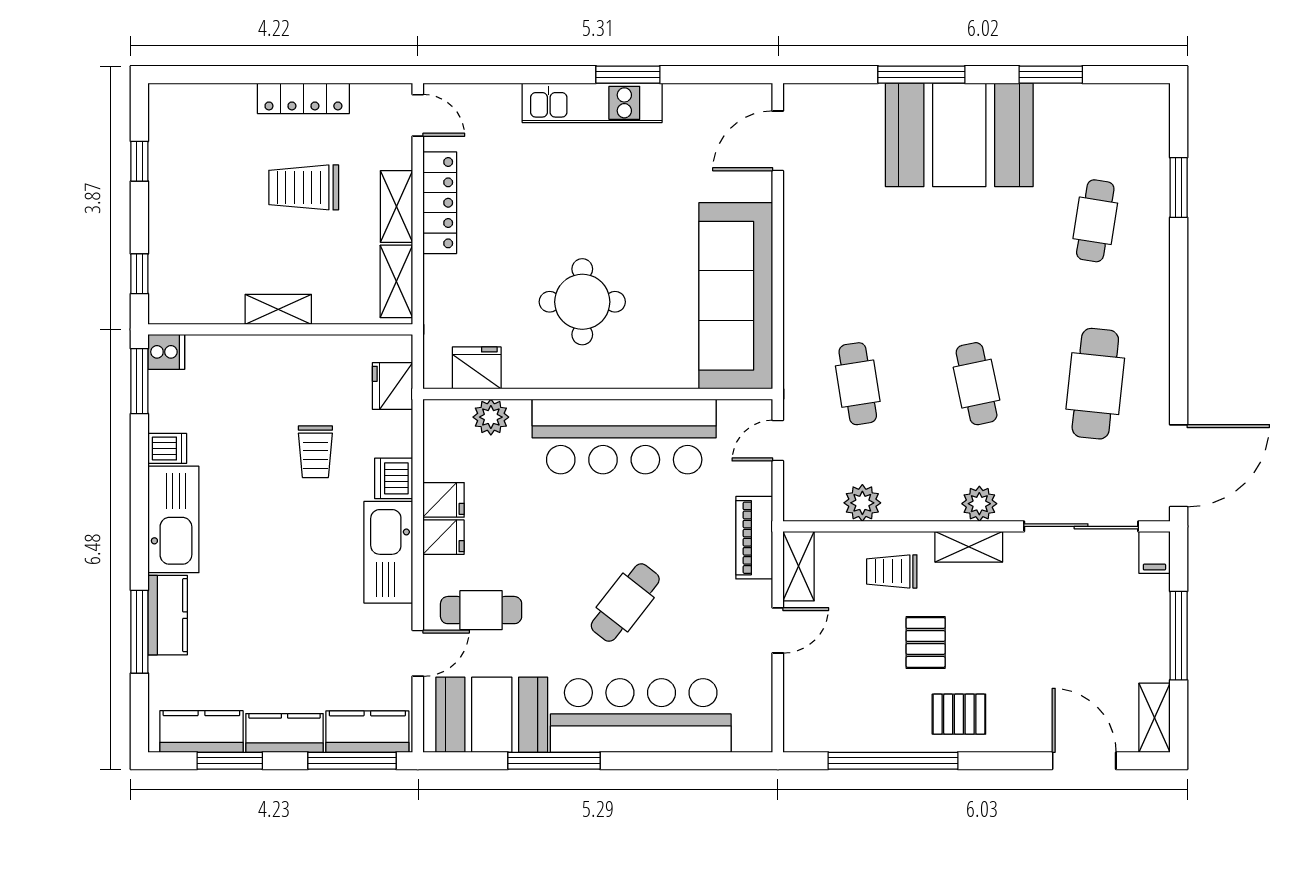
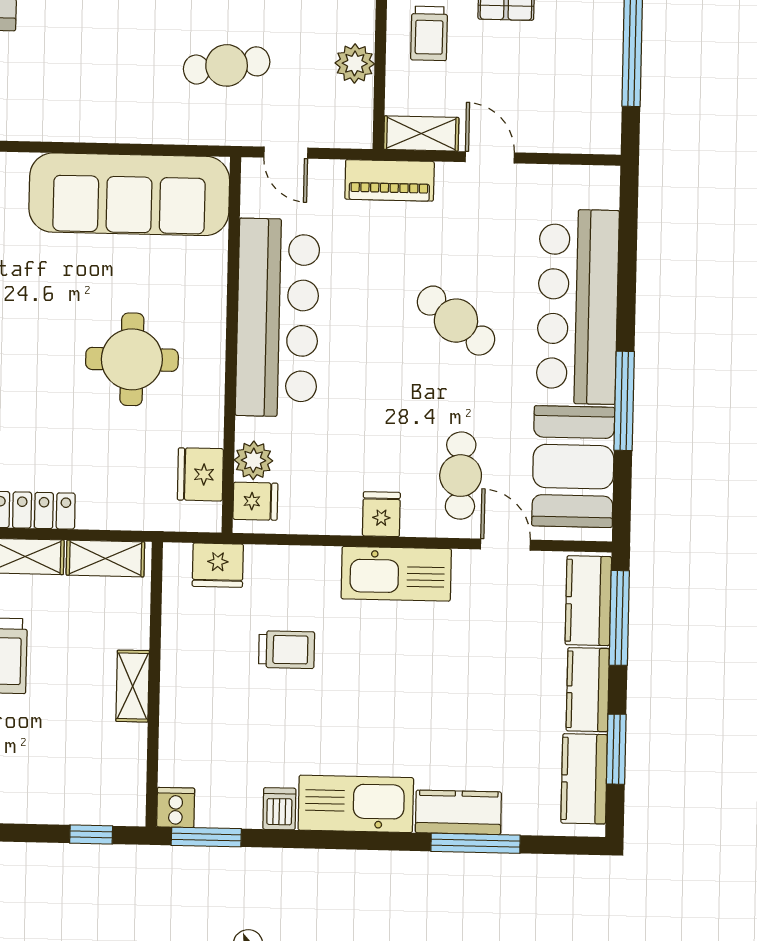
dishwasher: (394, 478) -> (317, 566), removed
fridge: (444, 500) -> (255, 501), moved, turned 90

